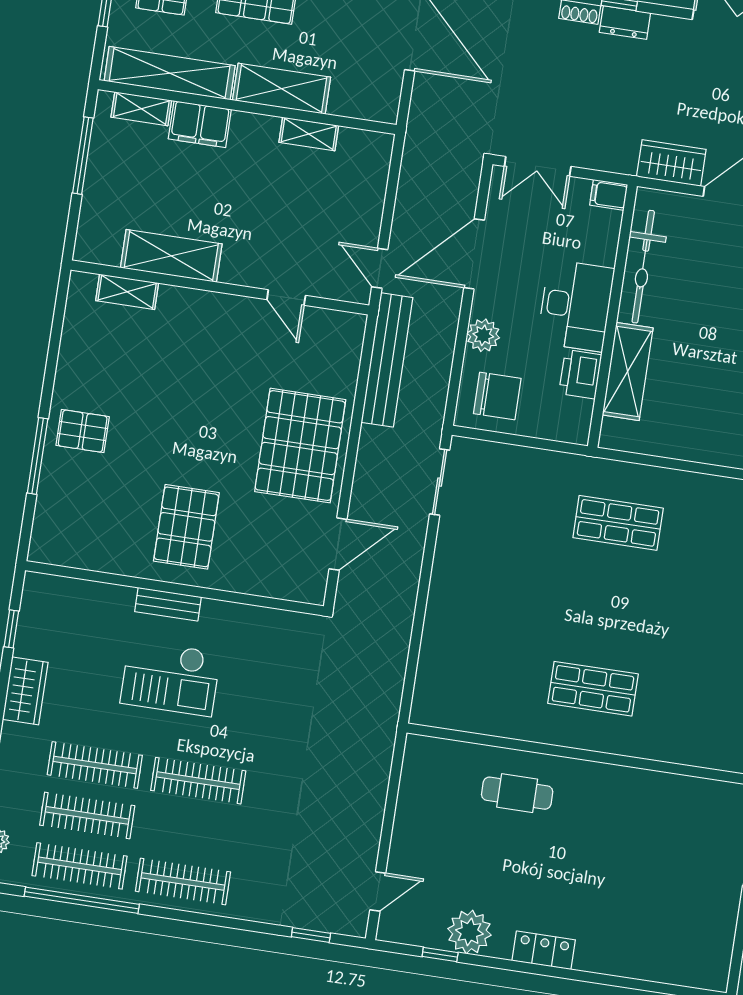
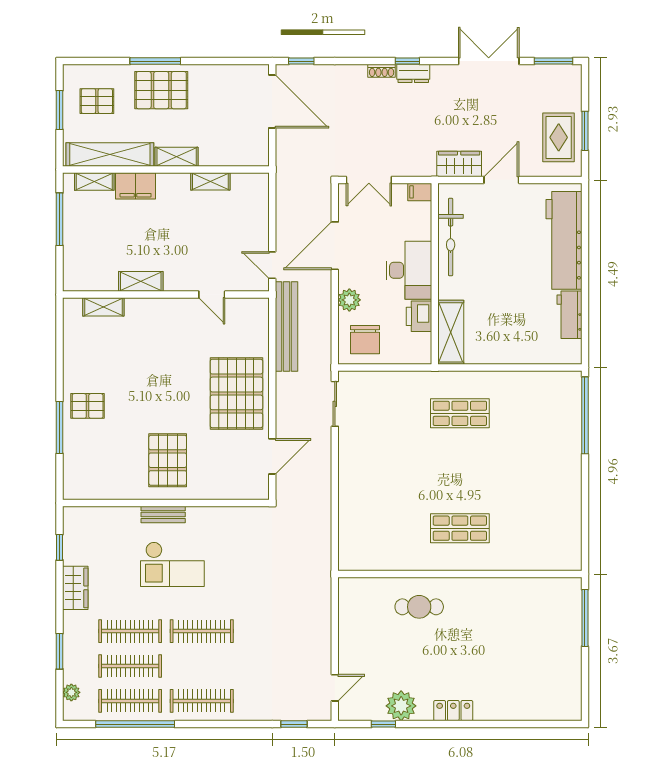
shelving: (282, 89) -> (177, 157), width x0.67, depth x0.75
shelving: (171, 256) -> (141, 281), width x0.67, depth x0.75
shelving: (628, 371) -> (451, 332), moved
chair: (497, 396) -> (365, 340), turned 90

